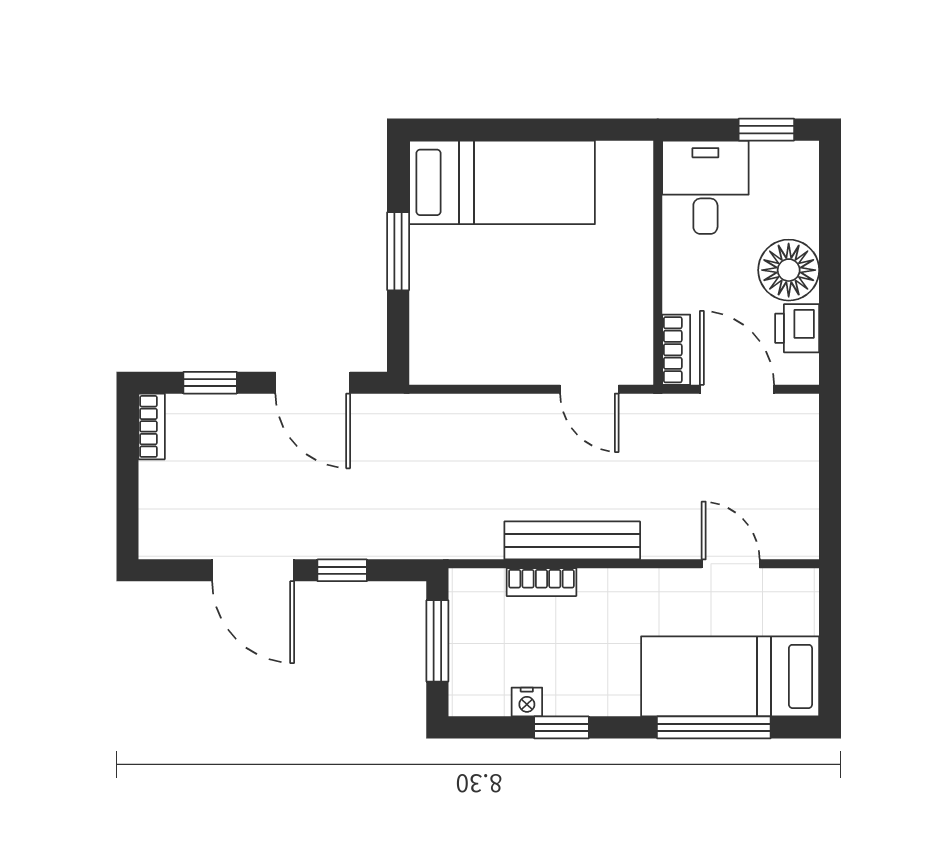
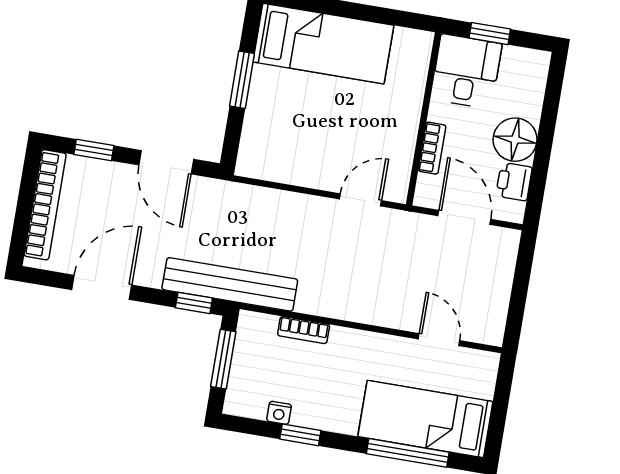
window: (766, 130) -> (490, 34), moved
bookcase: (676, 350) -> (432, 148), moved
door: (589, 389) -> (360, 200), swing flipped
bookcase: (152, 426) -> (45, 205), width x2.31, depth x1.31
bench: (572, 540) -> (230, 284), moved, width x1.37, depth x1.21
door: (253, 570) -> (102, 287), swing flipped
window: (342, 570) -> (194, 303), moved

